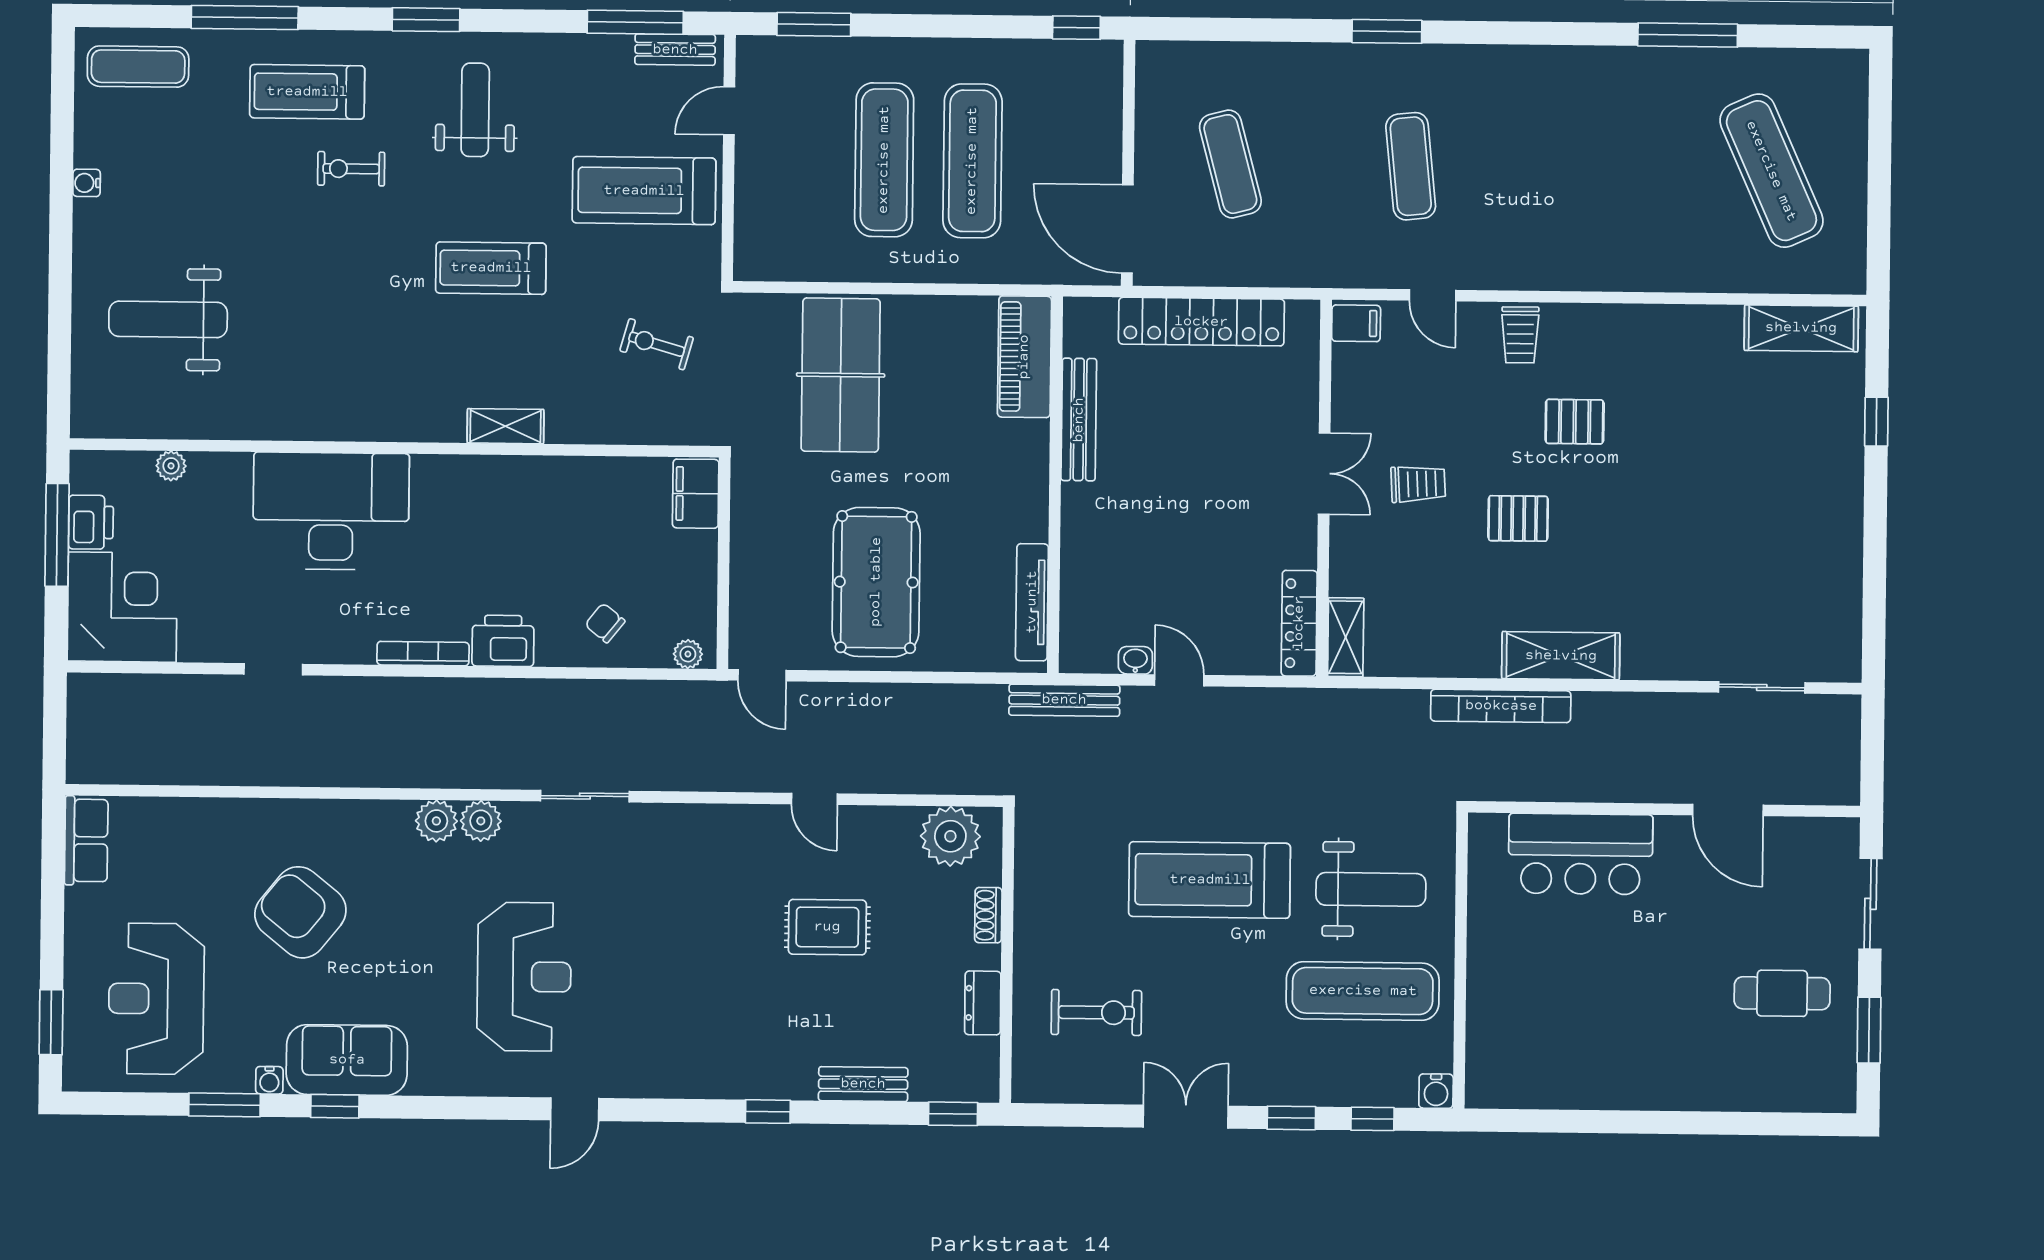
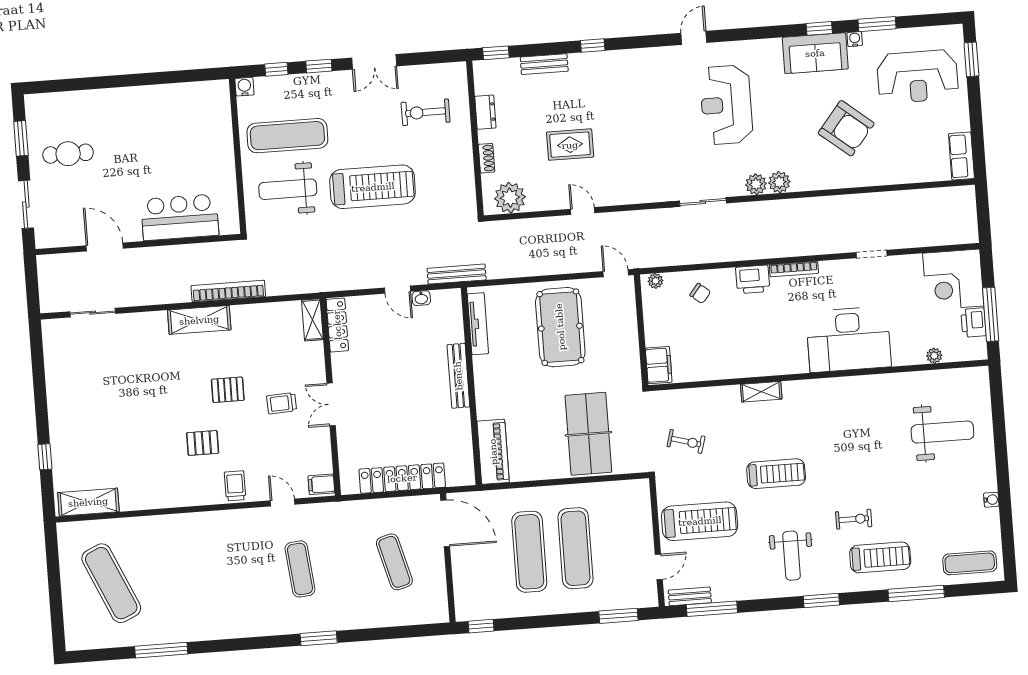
bench: (1079, 420) -> (458, 376), moved
reception desk: (156, 999) -> (918, 76), turned 90

